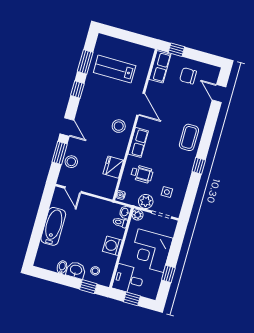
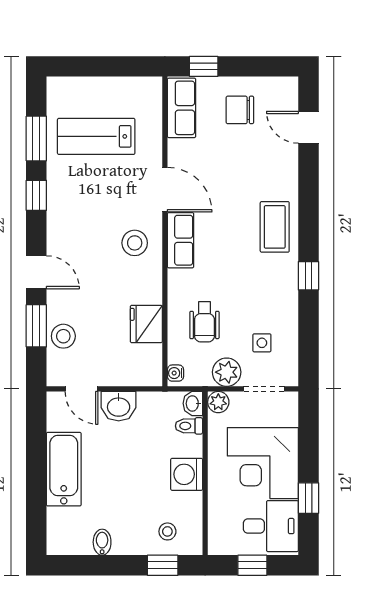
row of seats: (138, 142) -> (181, 240), moved
wheelchair: (142, 174) -> (204, 322), turned 90
washbasin: (76, 270) -> (119, 406), moved, turned 180
desk: (128, 279) -> (271, 526), moved, turned 180

